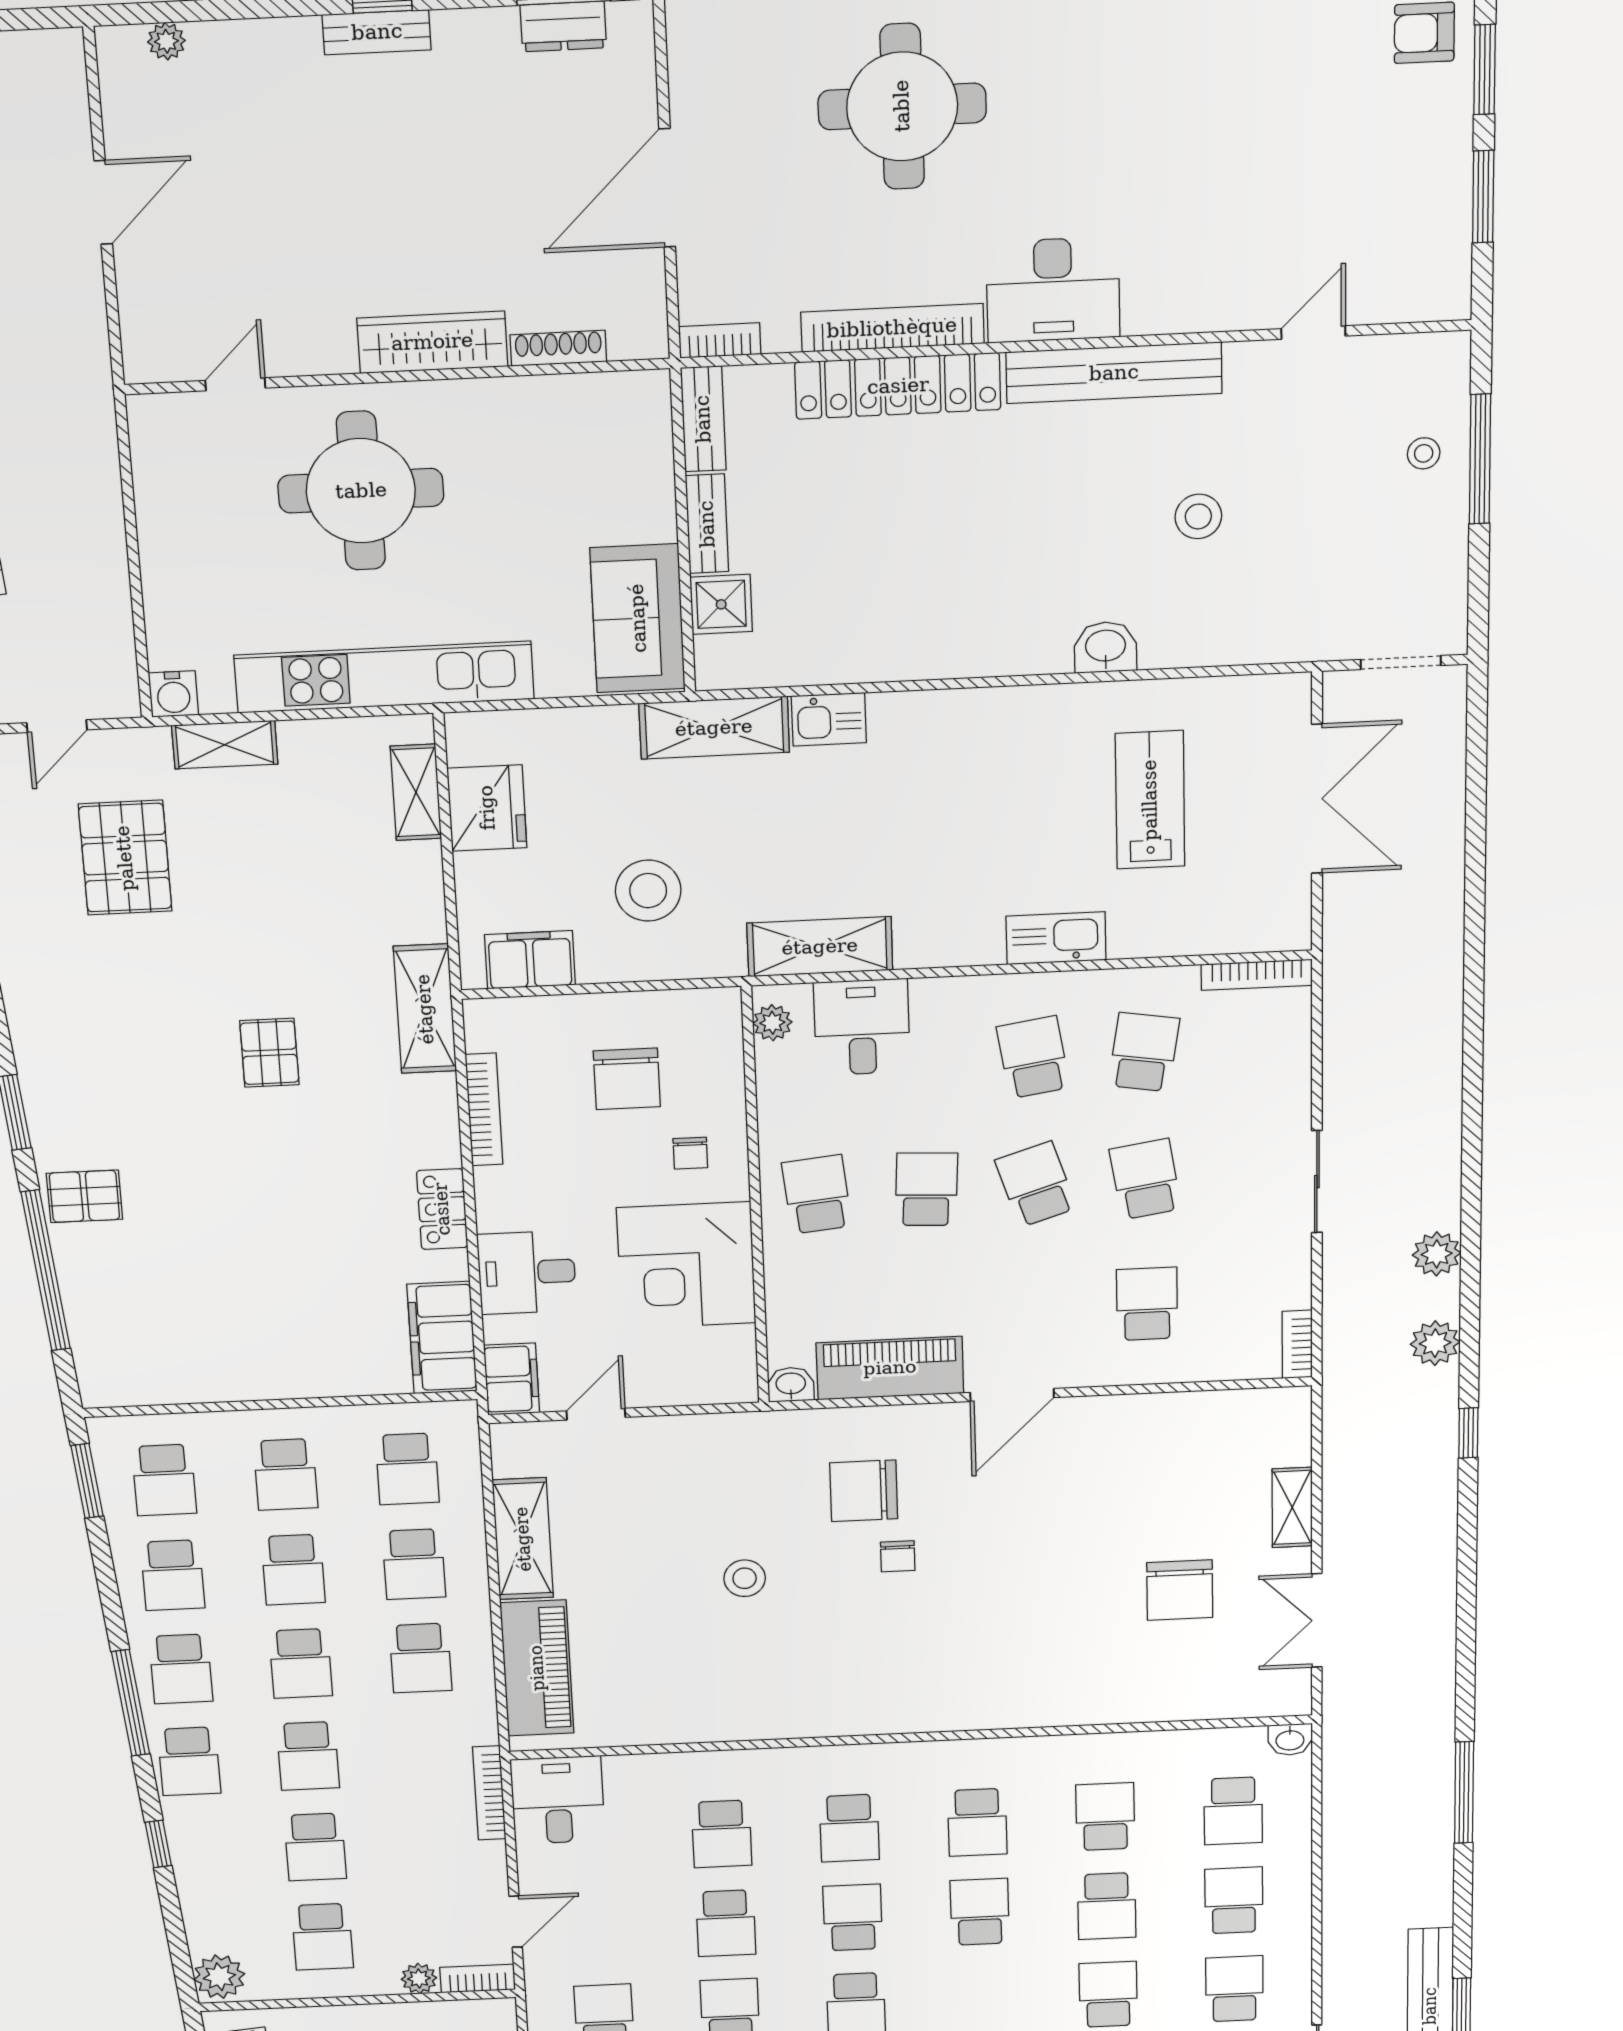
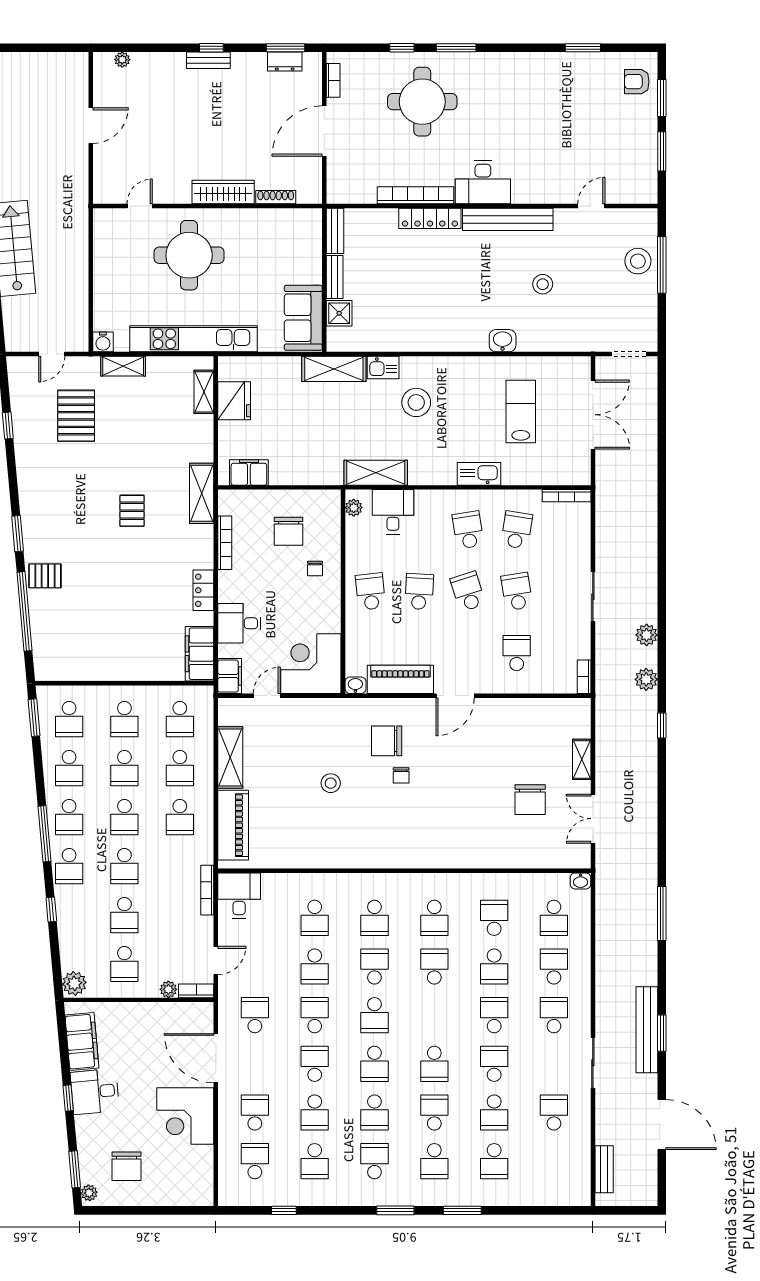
bookcase: (720, 340) -> (333, 80), moved, turned 90
locker: (898, 386) -> (430, 218), width x0.71, depth x0.83
stool: (1424, 453) -> (638, 261), width x1.89, depth x1.89
stool: (648, 891) -> (416, 402), moved
corner desk: (686, 1265) -> (311, 664), moved, turned 90

